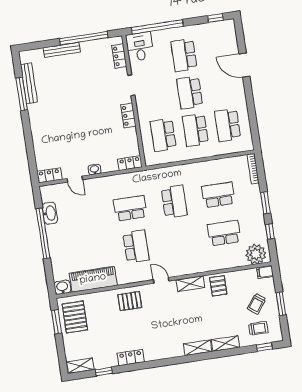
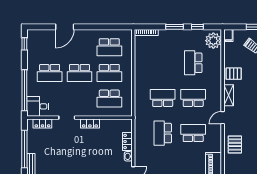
locker: (130, 163) -> (127, 141), moved
school desk: (218, 195) -> (193, 98), moved, turned 90

